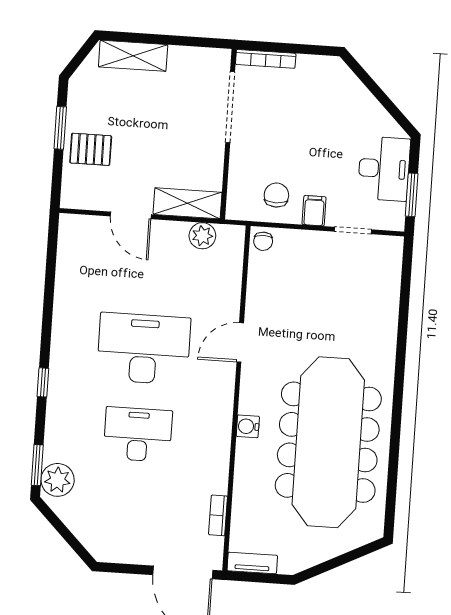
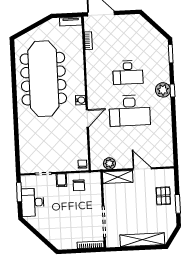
shelving: (133, 56) -> (142, 240), width x1.47
pallet: (91, 149) -> (163, 196), turned 90
water cooler: (248, 426) -> (81, 100), moved
plant: (58, 480) -> (163, 90), moved

